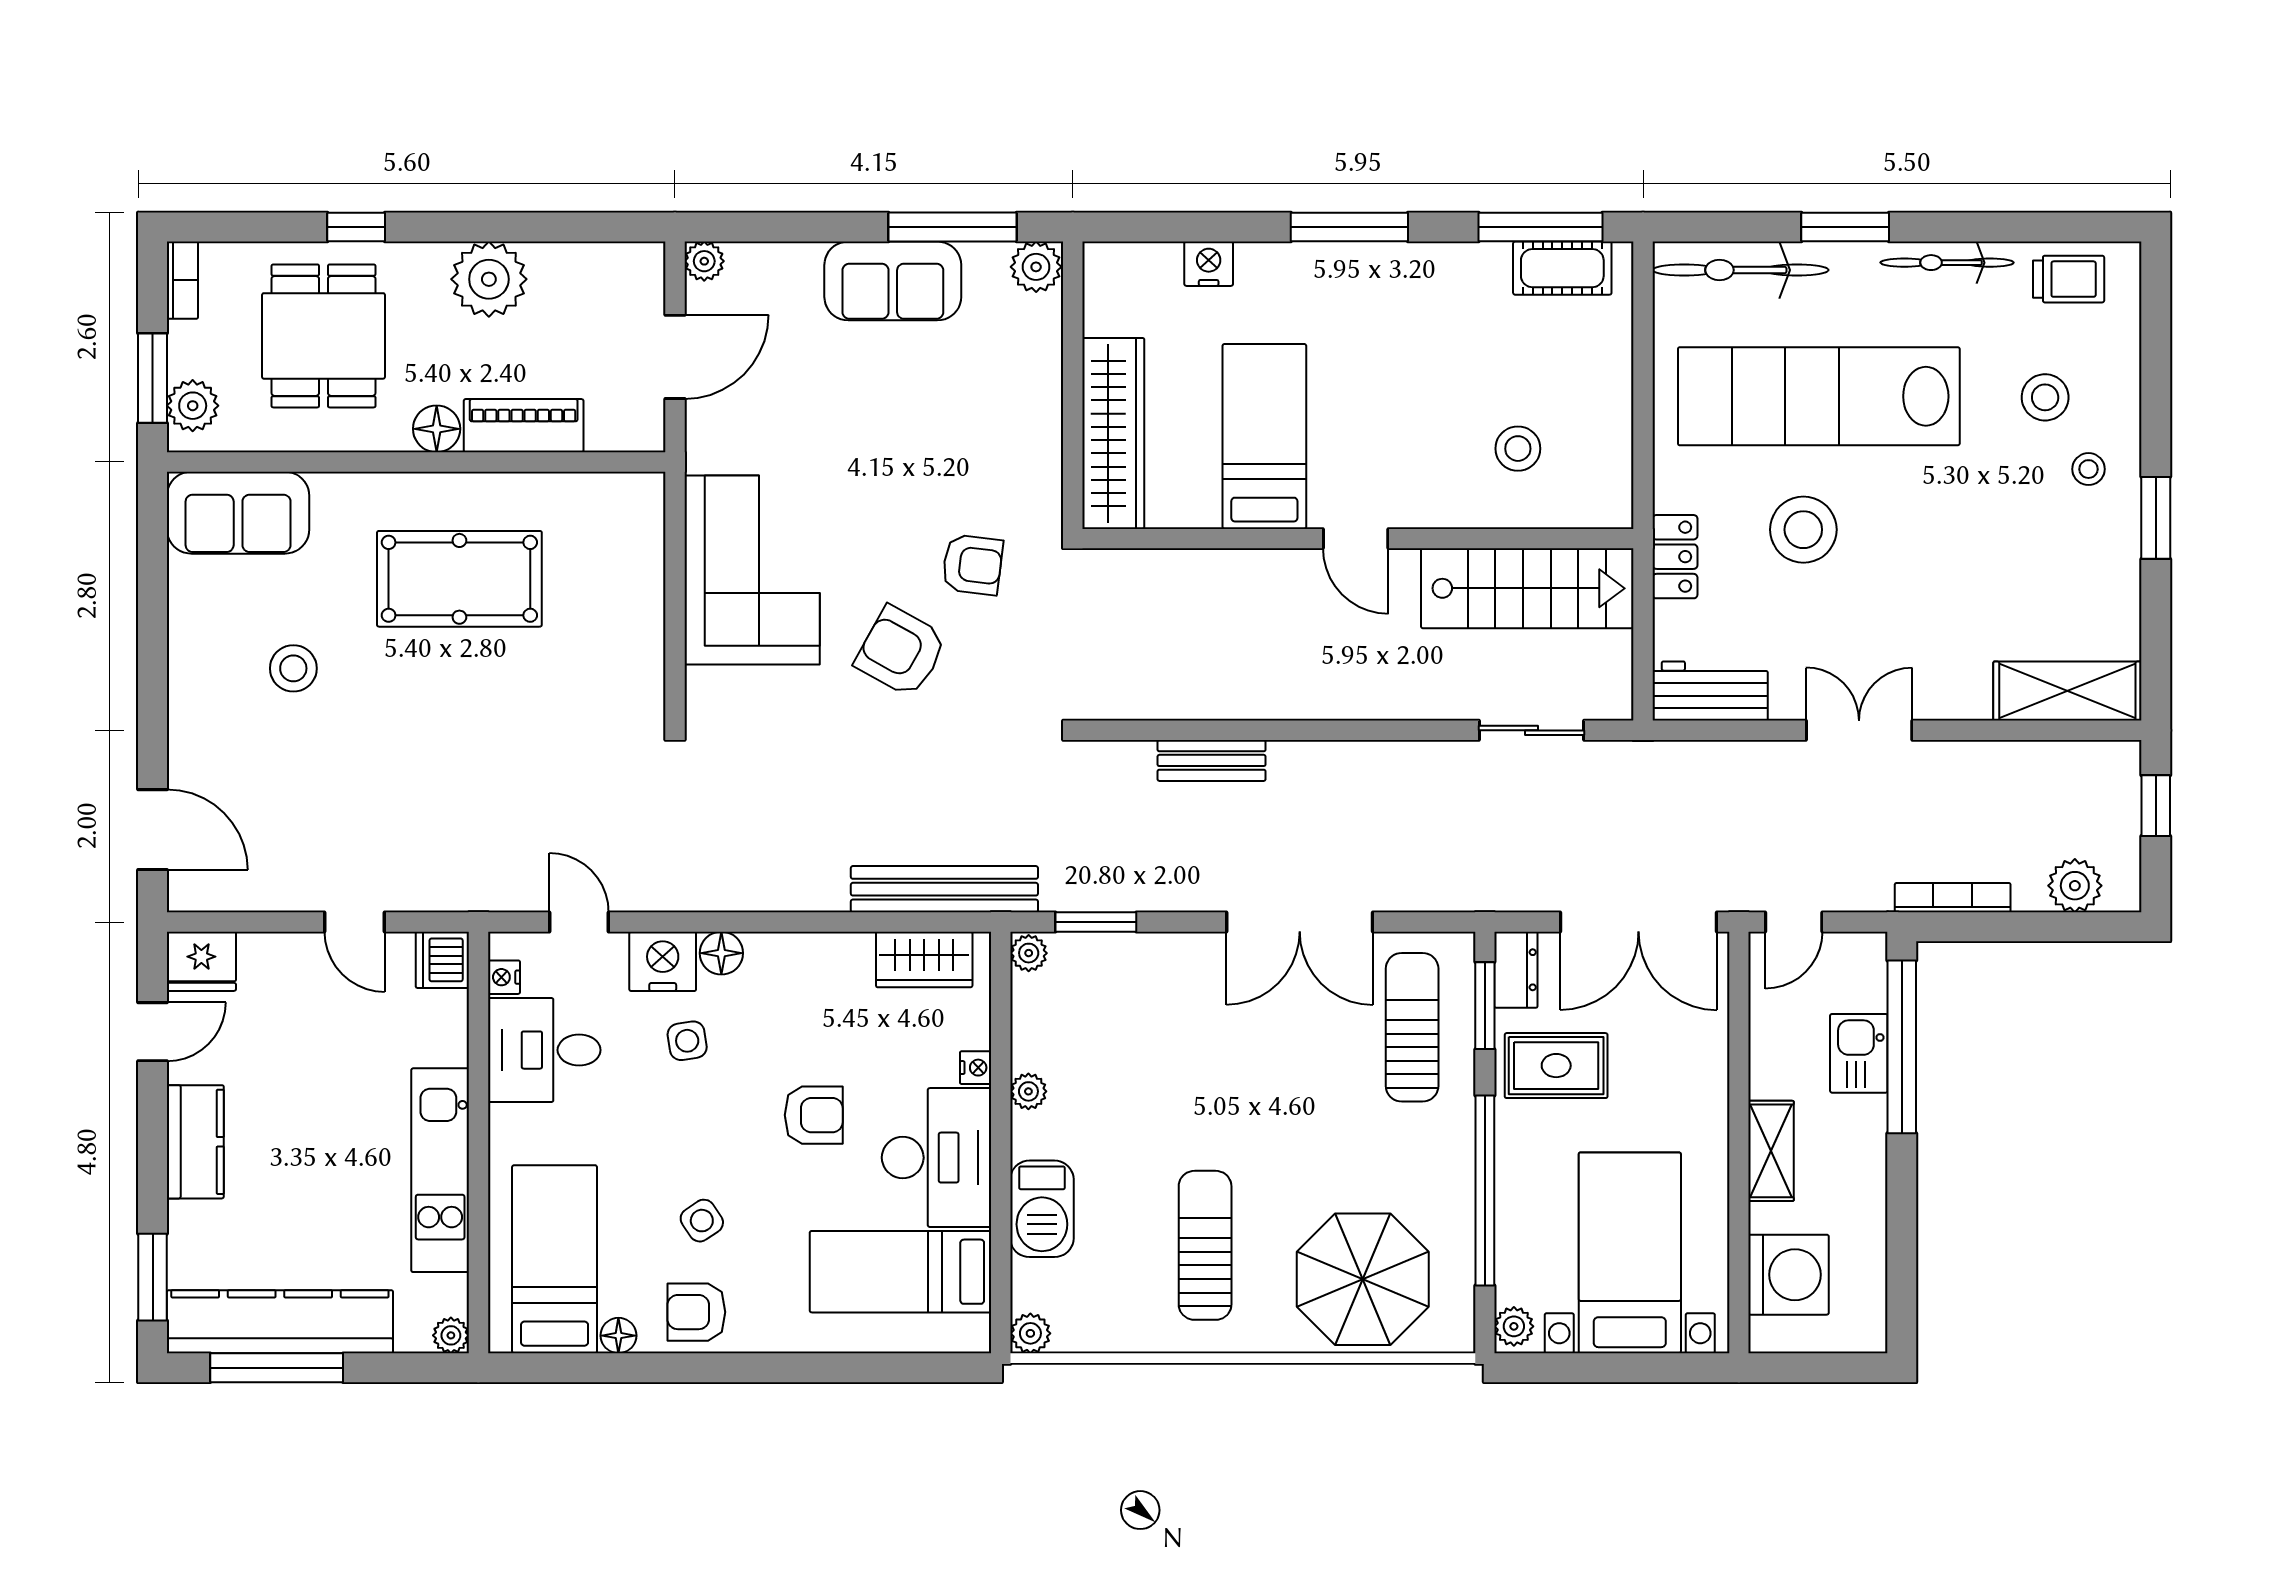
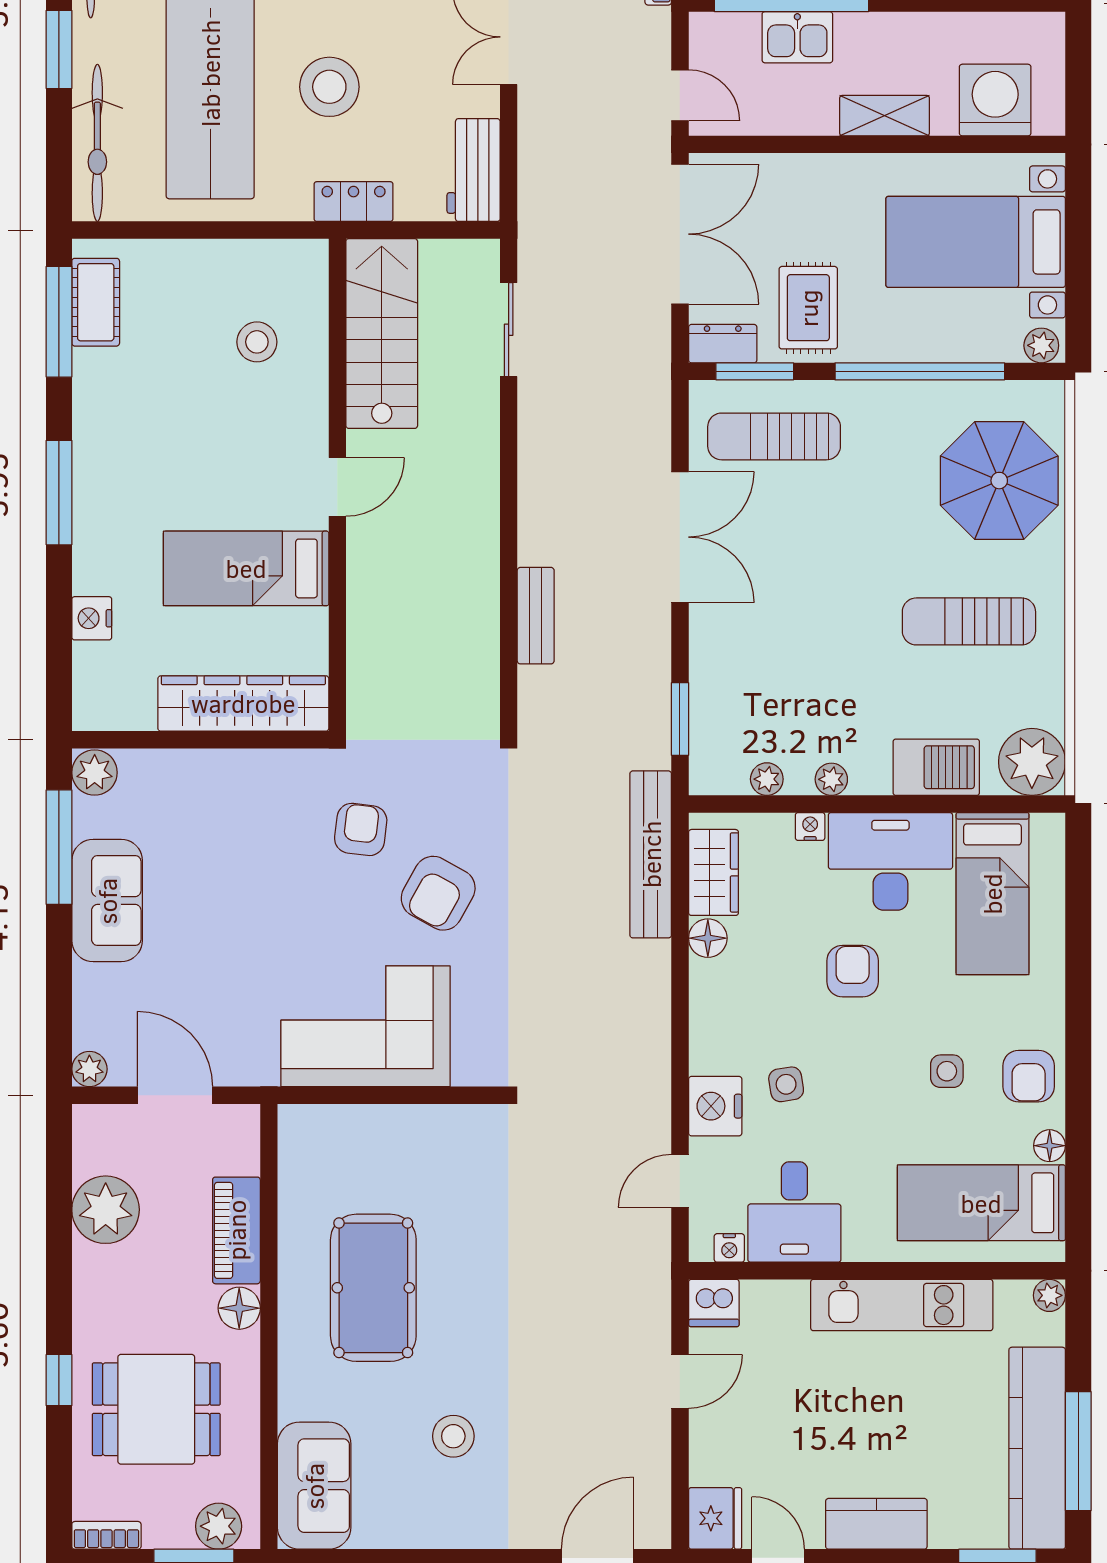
plant: (489, 279) -> (106, 1210), moved
floor lamp: (721, 953) -> (708, 938), moved
plant: (1029, 953) -> (767, 779), moved
side table: (702, 1221) -> (947, 1071), turned 34
plant: (1030, 1333) -> (1032, 762), width x1.88, depth x1.88

